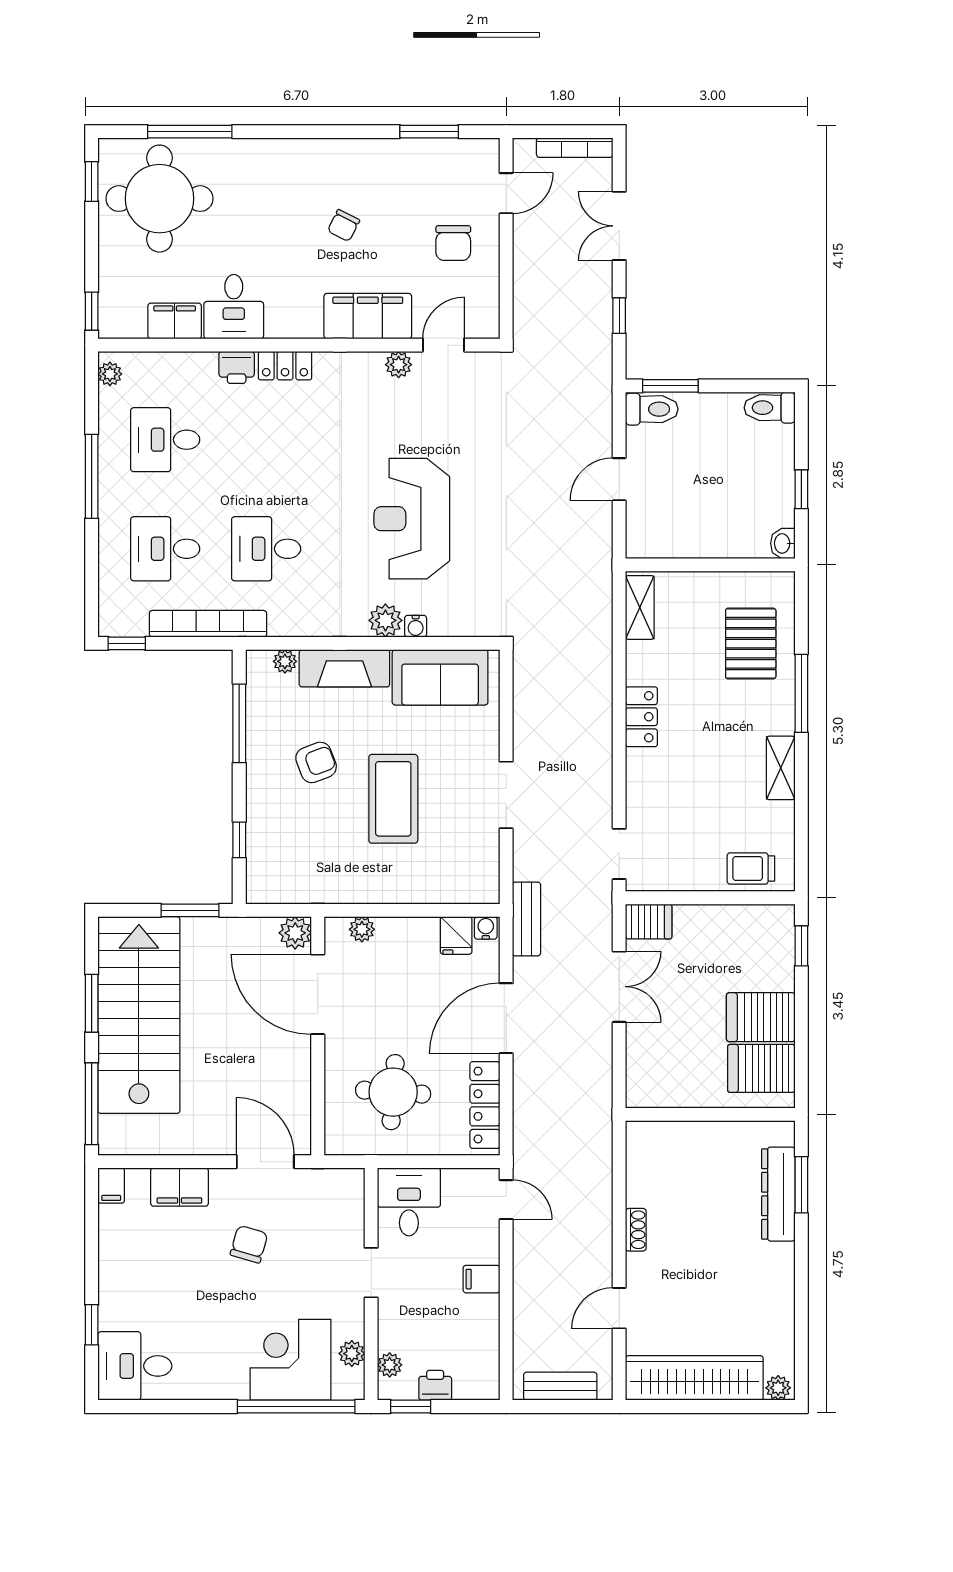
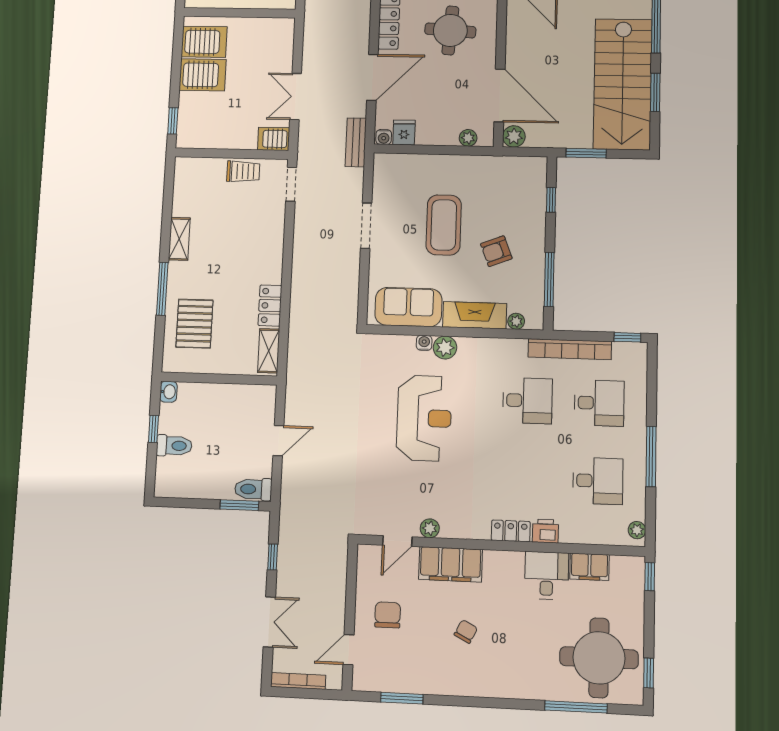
toilet: (770, 408) -> (174, 446), moved
locker: (641, 717) -> (270, 306), moved
trolley: (751, 868) -> (243, 171), moved

